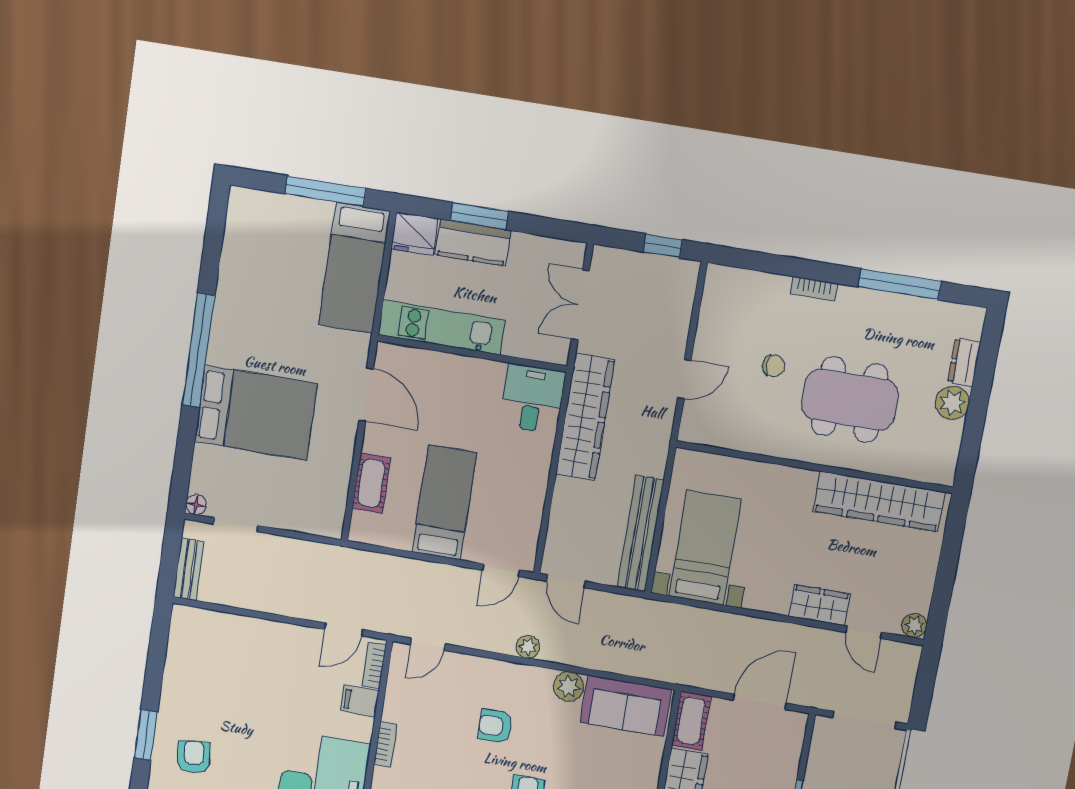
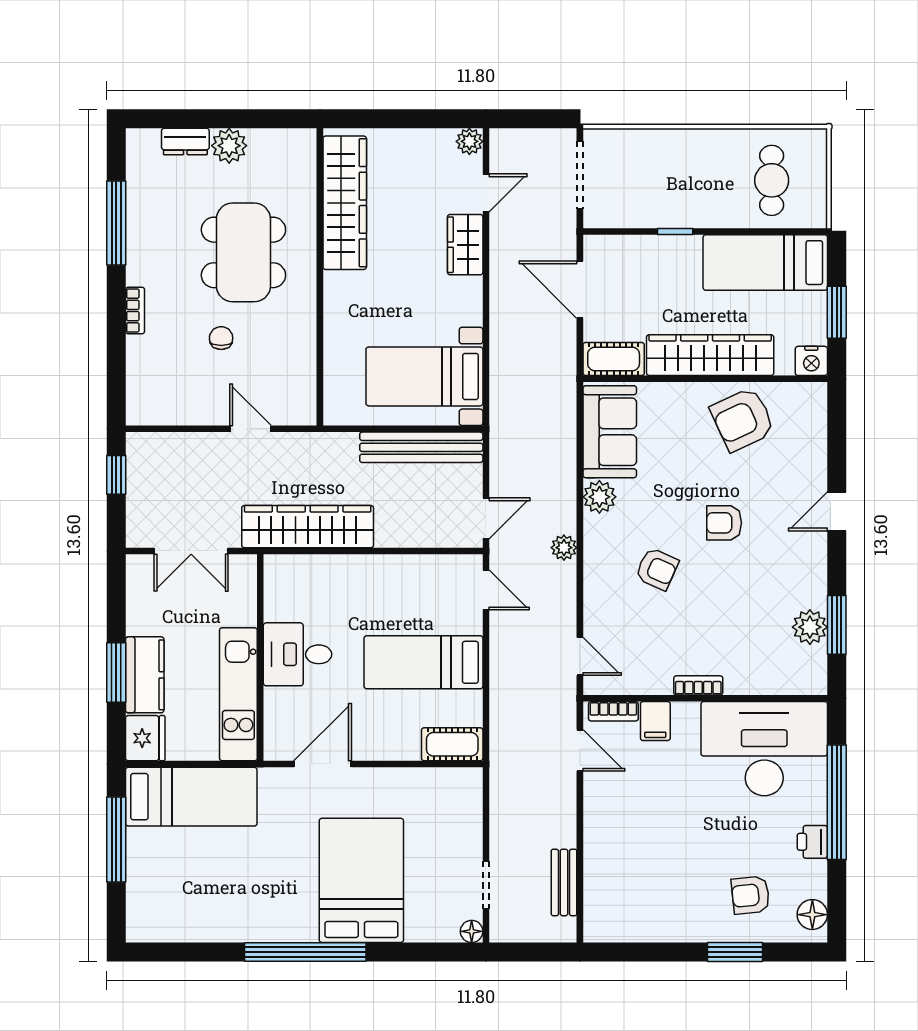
desk: (532, 399) -> (298, 654), moved
cot: (371, 483) -> (452, 744), moved
bench: (189, 569) -> (564, 882), moved, turned 90
armchair: (495, 726) -> (657, 569), turned -66

